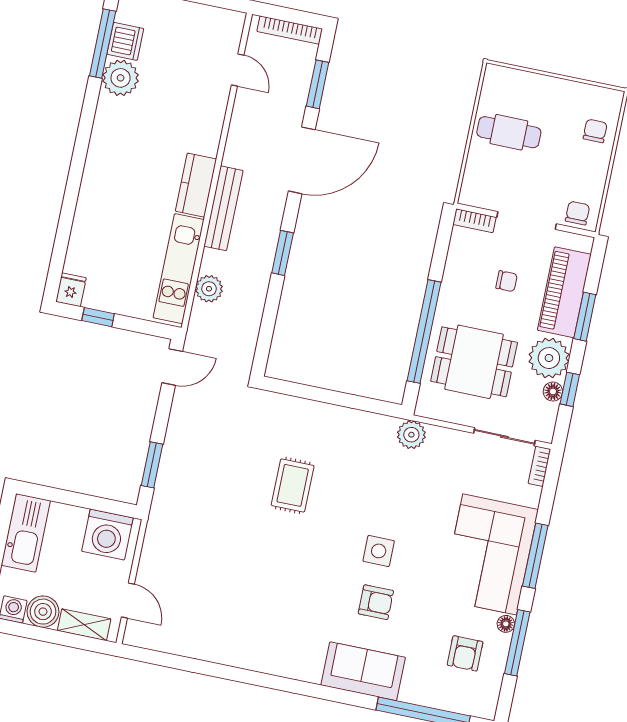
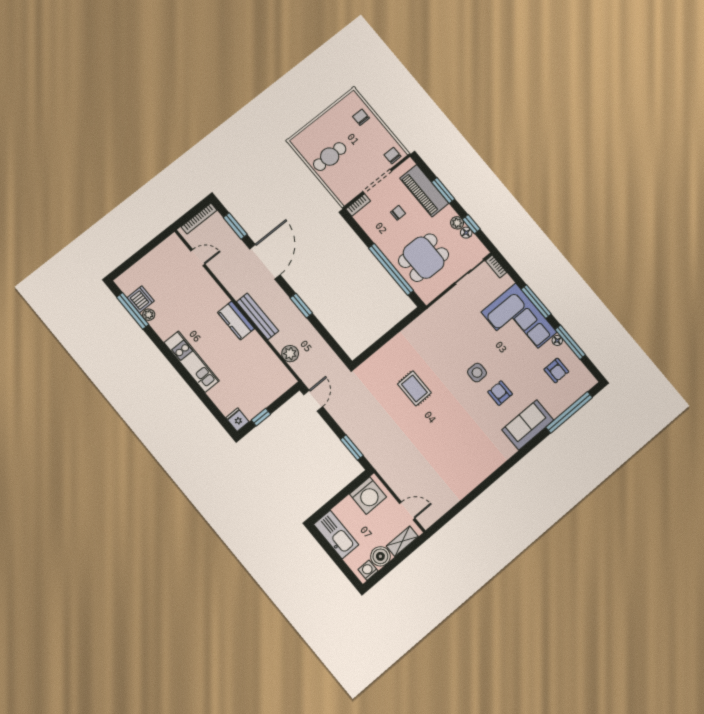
plant: (121, 78) -> (149, 315), width x0.53, depth x0.53
kitchen unit: (179, 269) -> (192, 362), moved, turned 180
plant: (549, 358) -> (457, 223), width x0.53, depth x0.53
plant: (411, 435) -> (435, 314), removed
armchair: (376, 602) -> (500, 393), turned -90

